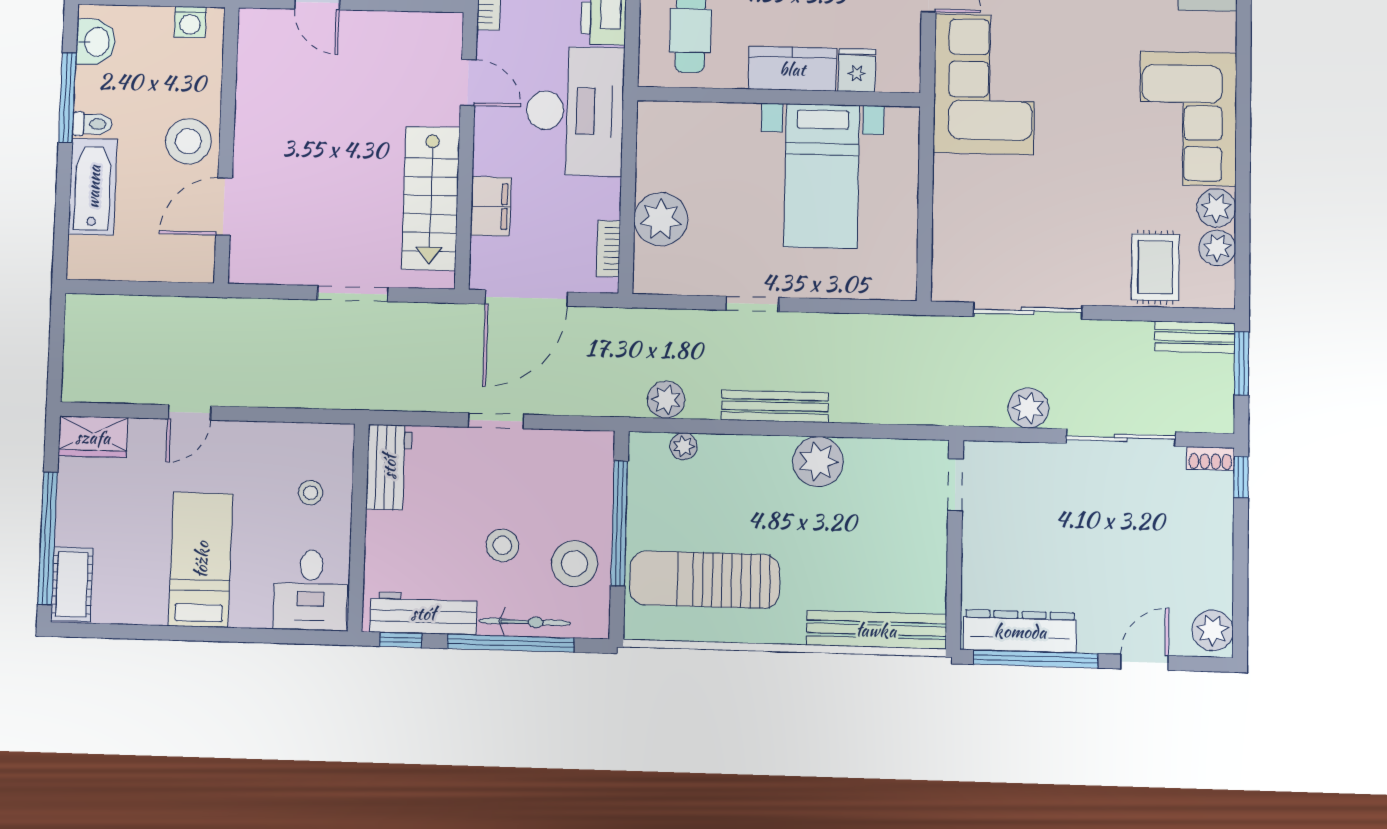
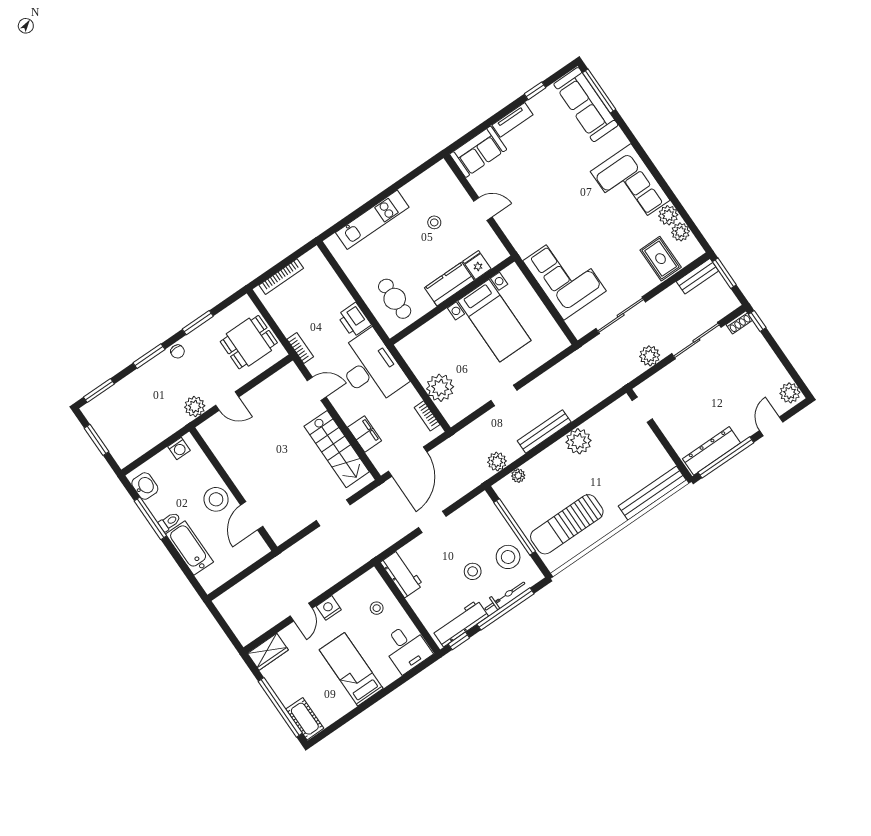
corner sofa: (984, 84) -> (565, 276), moved
nightstand: (237, 437) -> (329, 608), added

